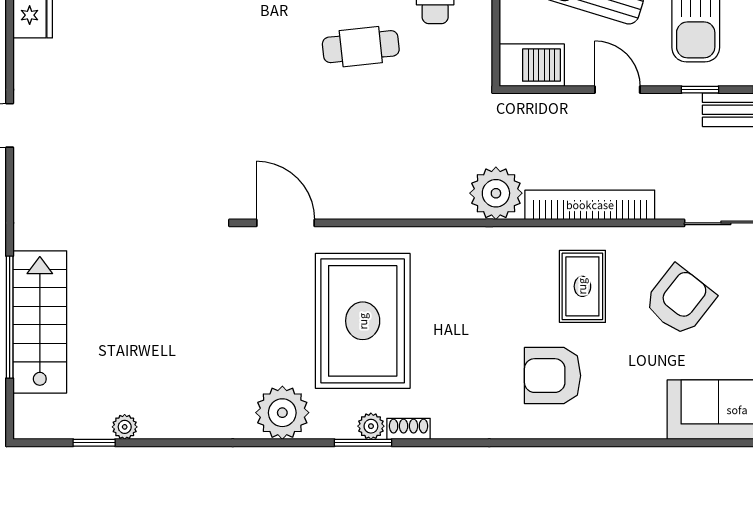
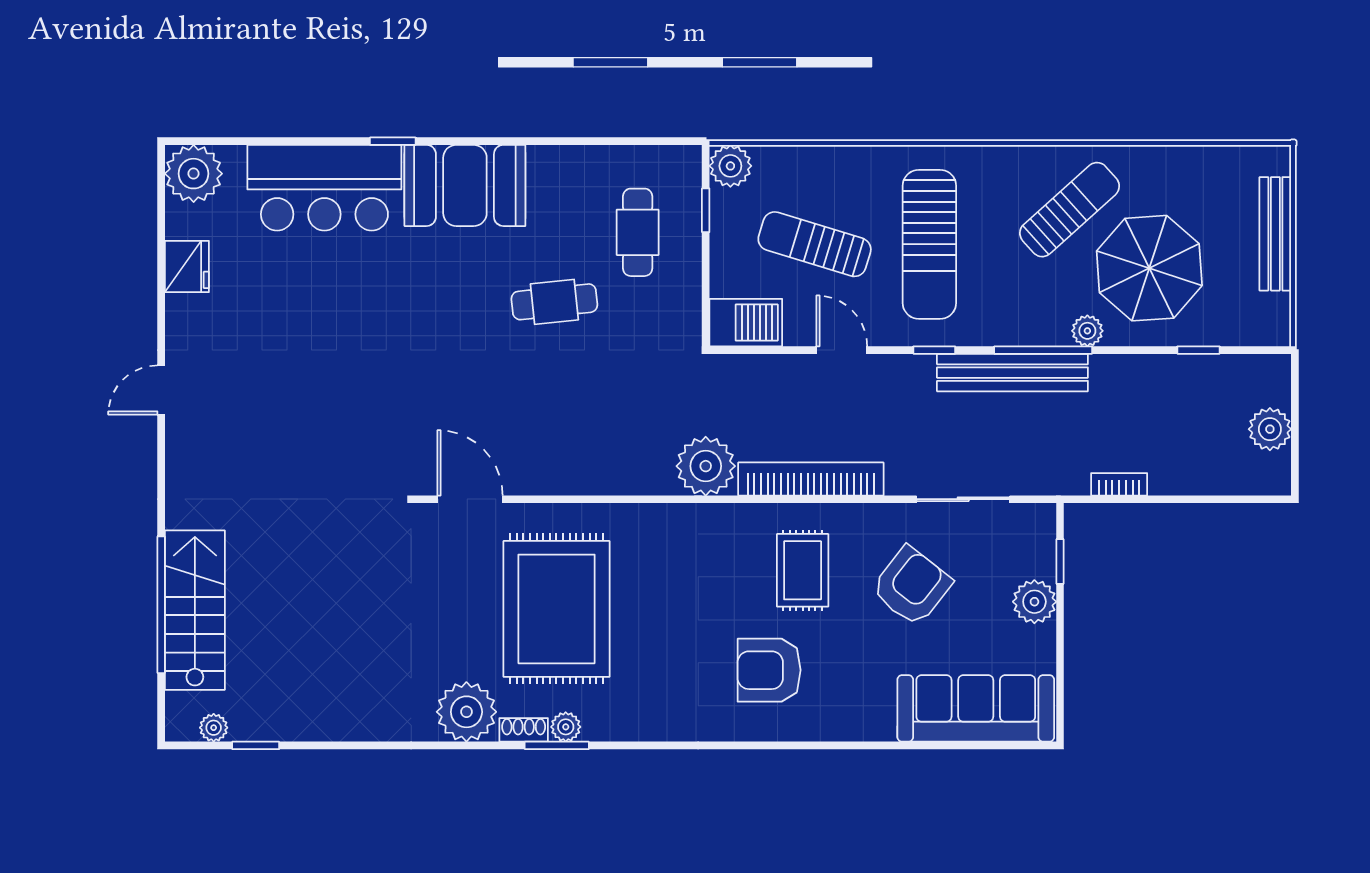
plant: (125, 427) -> (214, 728), moved
shoe rack: (409, 429) -> (524, 730), moved

